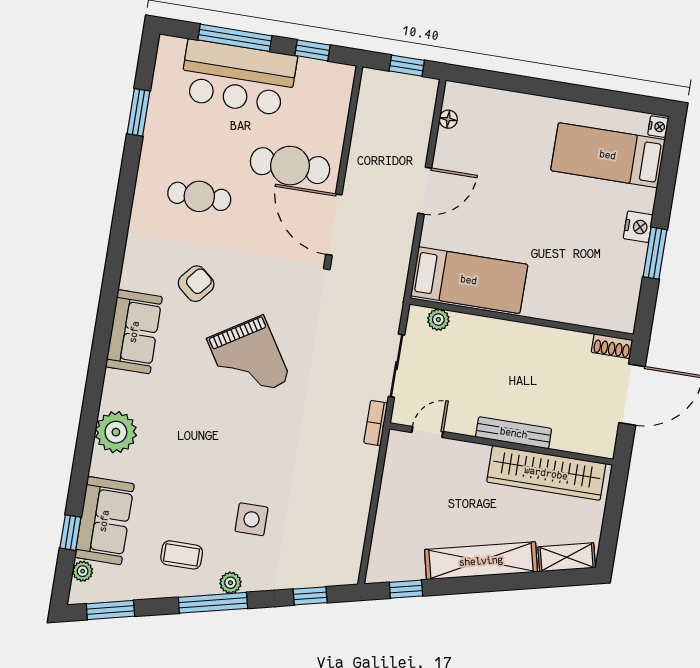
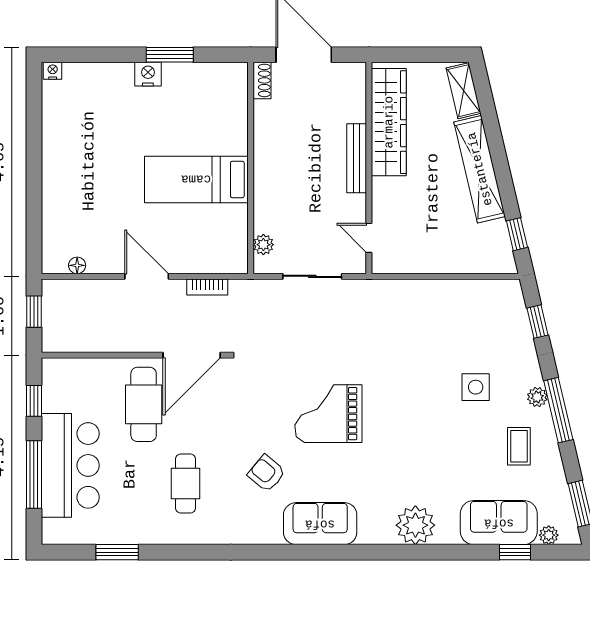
bed: (608, 155) -> (86, 113), removed
bed: (469, 280) -> (196, 179), moved, turned -90
grand piano: (249, 359) -> (328, 414), turned -148
bookcase: (376, 423) -> (207, 287), moved

